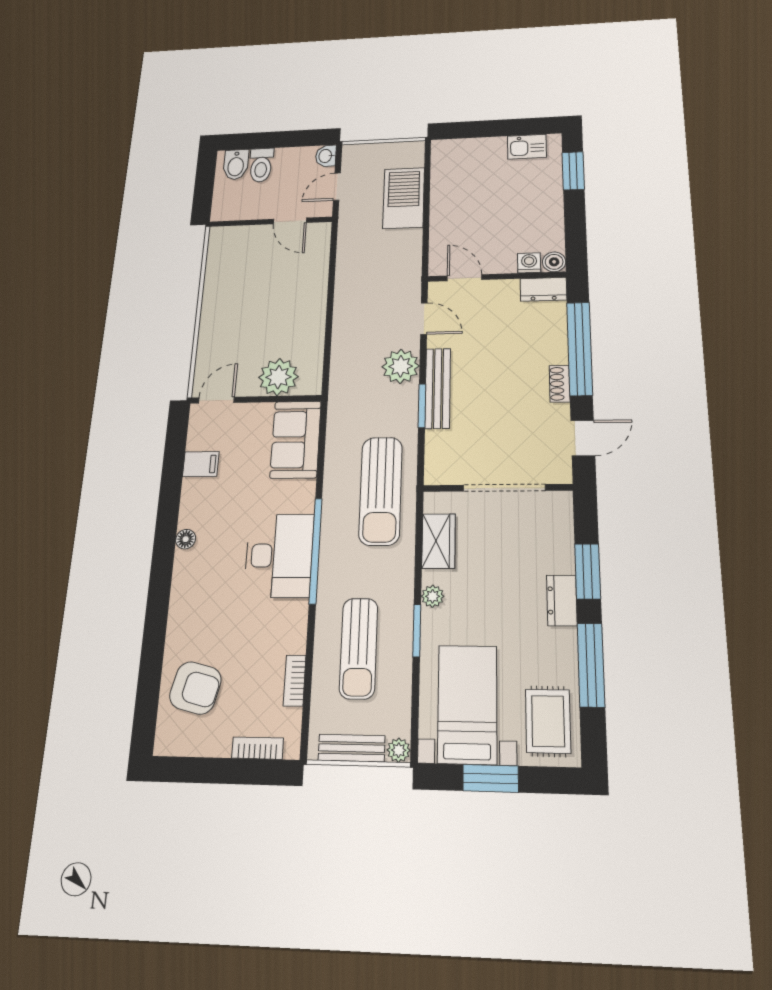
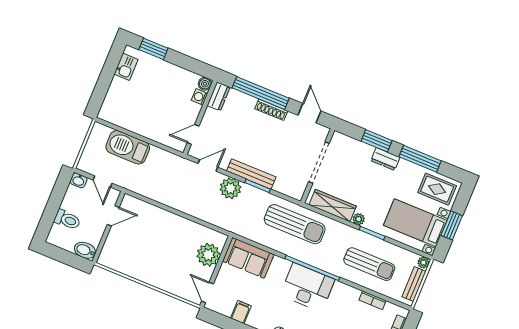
bidet: (236, 165) -> (85, 250), moved, turned 180
shoe rack: (560, 384) -> (271, 110), width x1.43
wardrobe: (439, 541) -> (333, 206), width x1.50

